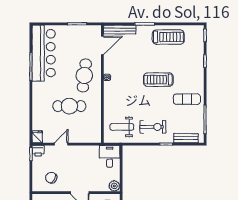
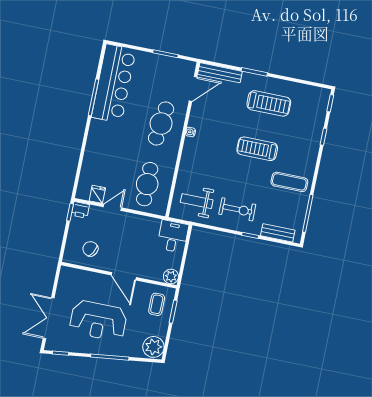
treadmill: (168, 37) -> (269, 103), moved
cafe table: (69, 106) -> (147, 184), moved, turned 90
fridge: (37, 137) -> (97, 194), moved

